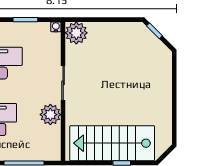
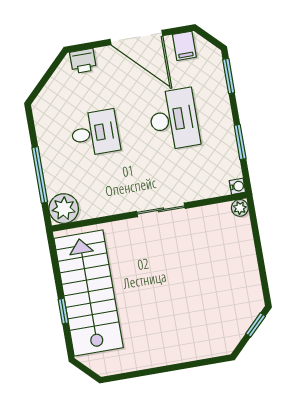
plant: (76, 33) -> (240, 208), width x0.53, depth x0.53
plant: (50, 115) -> (64, 209), moved

